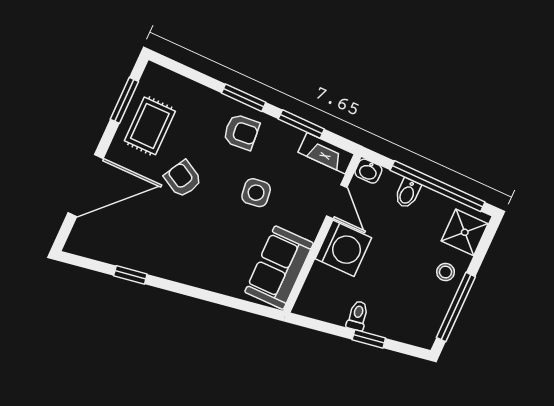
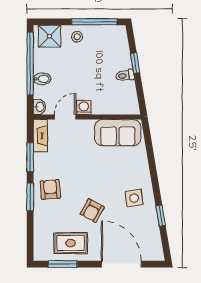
side table: (256, 193) -> (134, 198), moved
washing machine: (343, 248) -> (84, 107), width x0.53, depth x0.53

